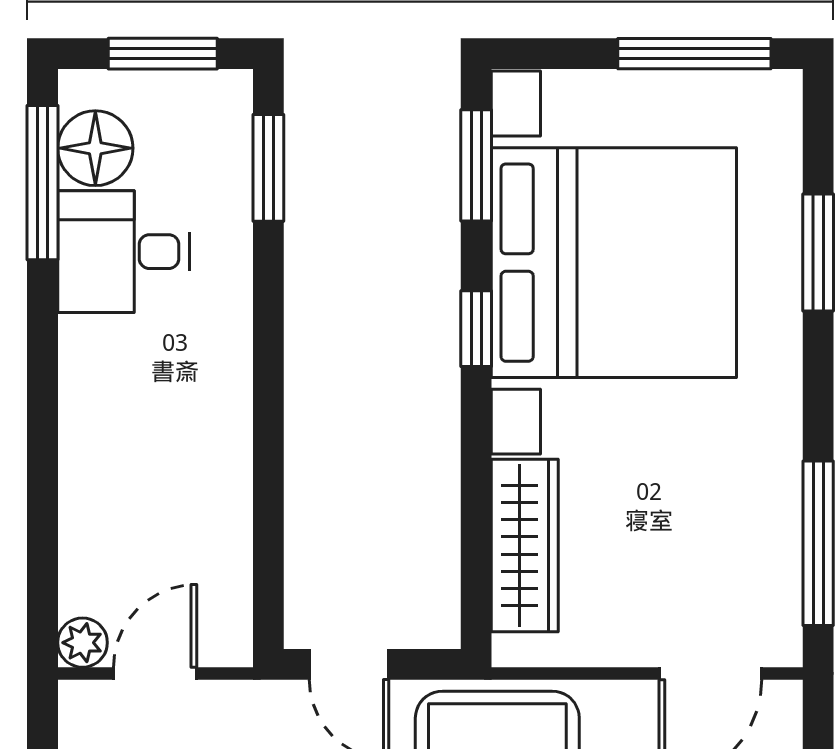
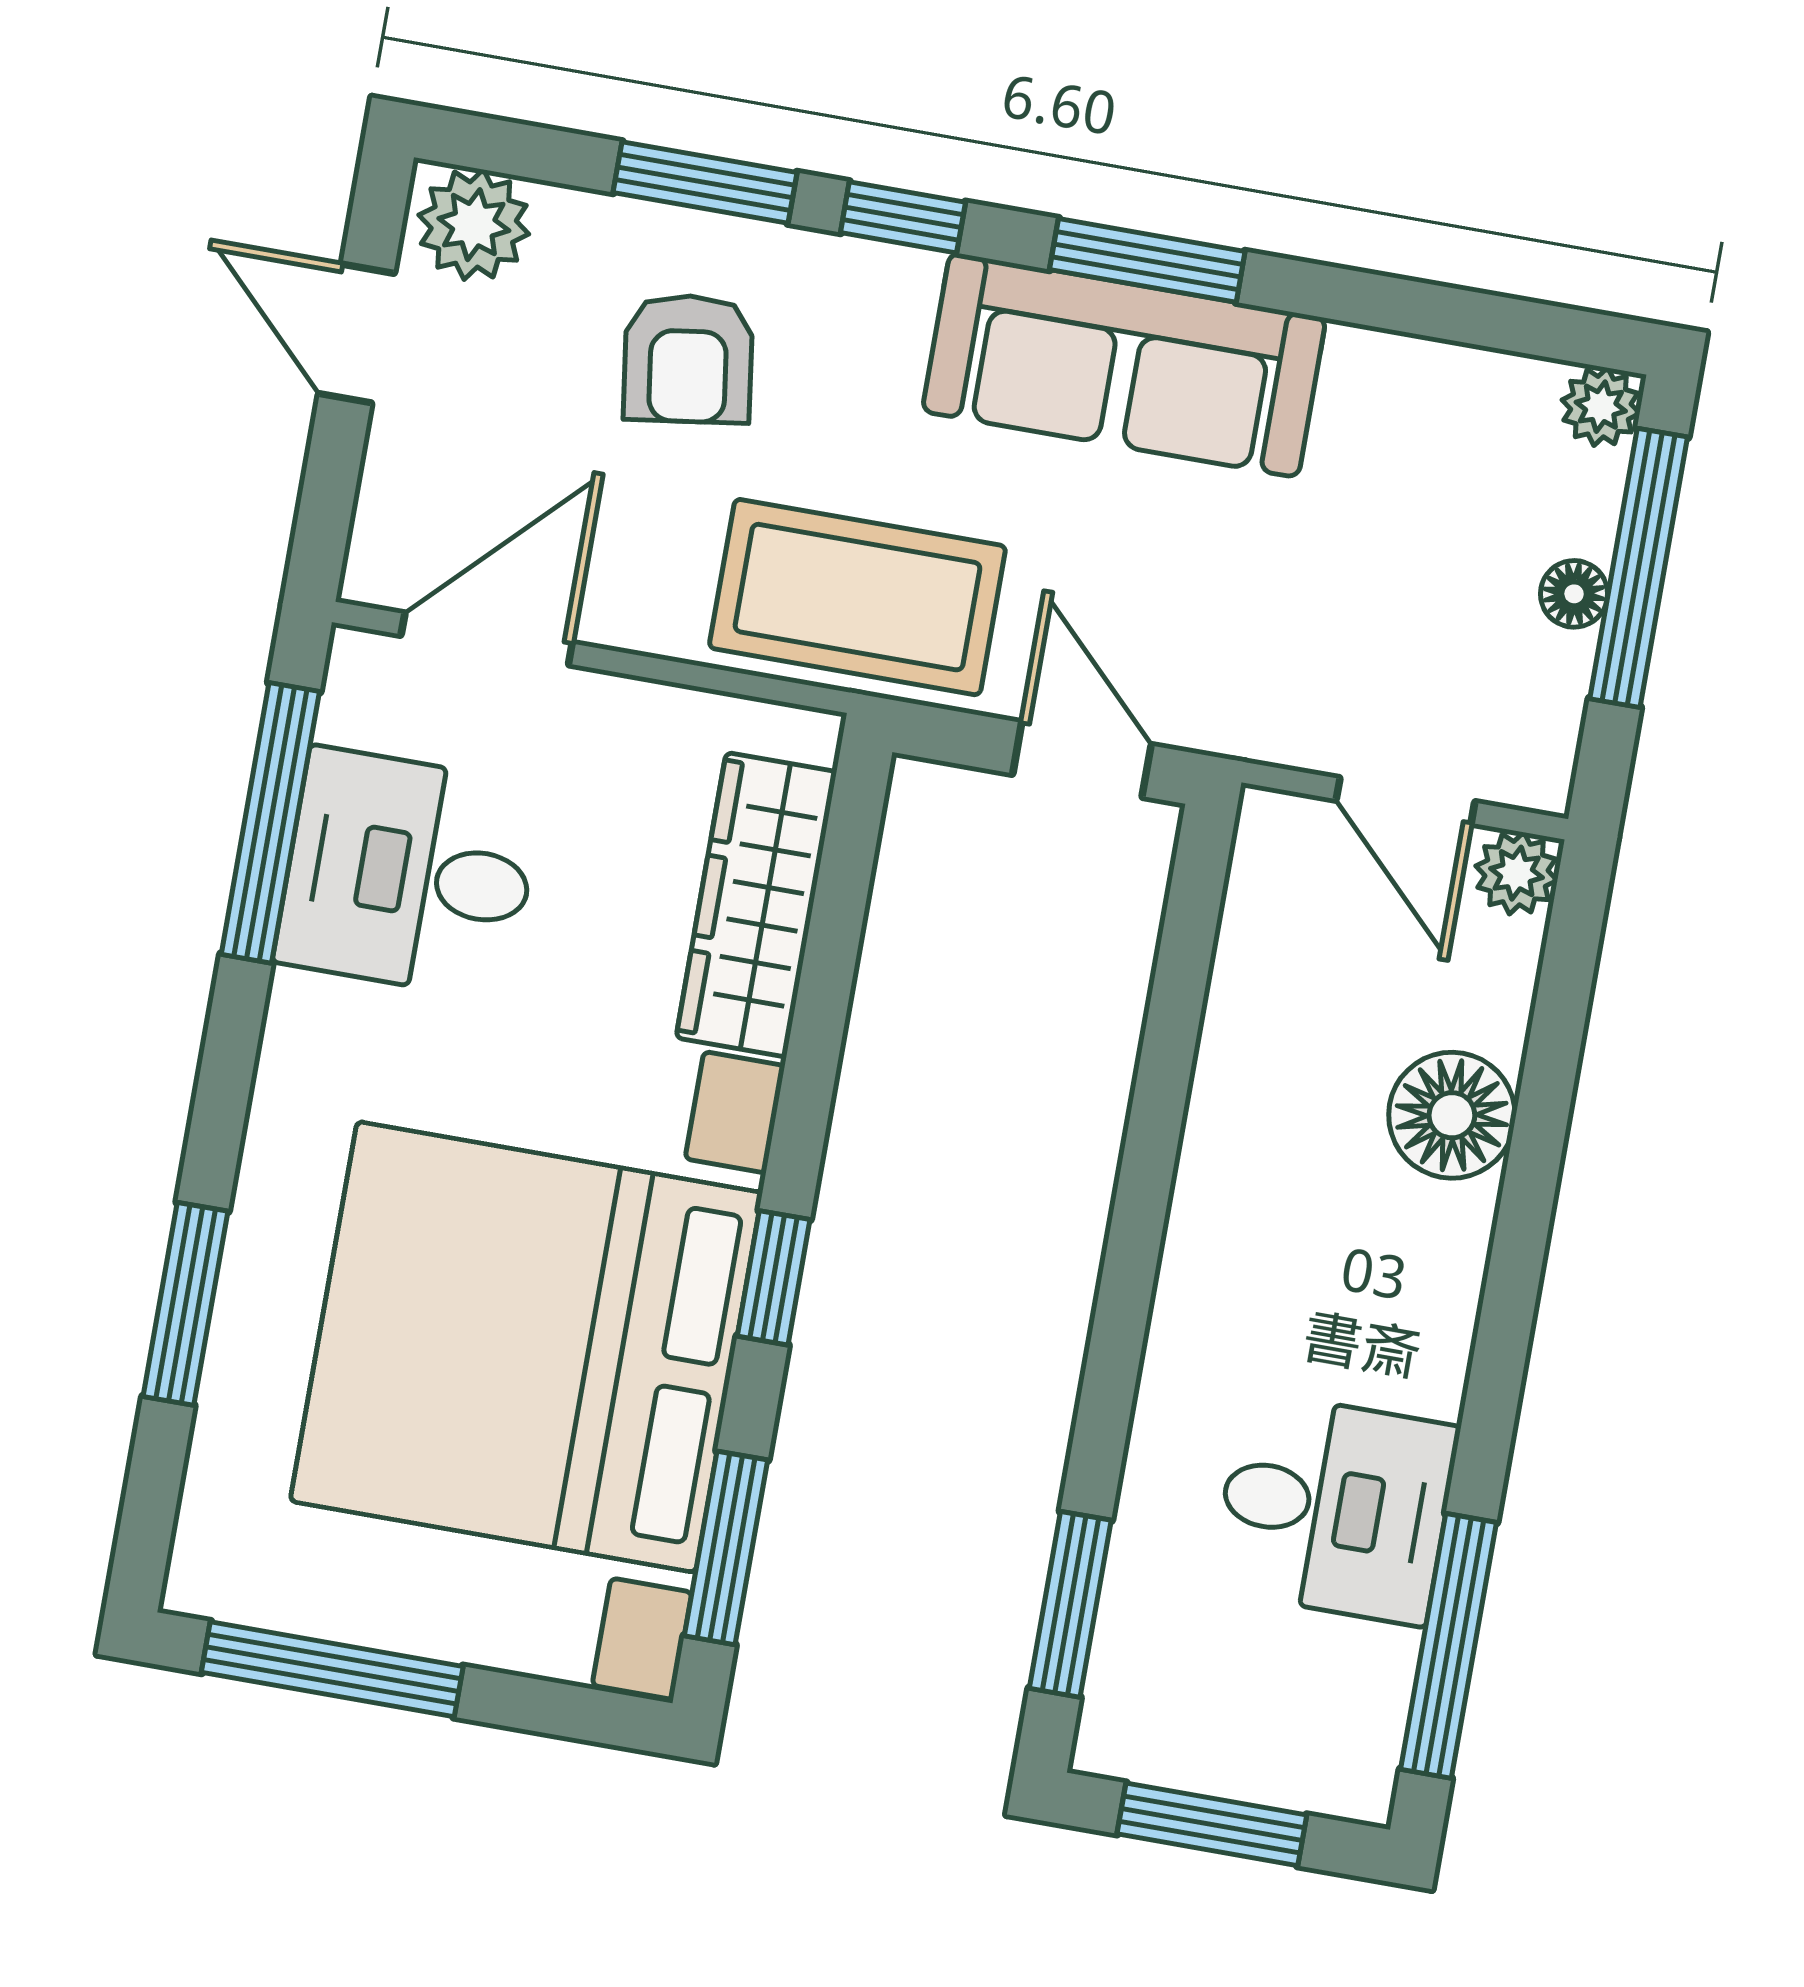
floor lamp: (95, 148) -> (1452, 1115), moved
desk: (732, 528) -> (409, 874), added
door: (155, 673) -> (1405, 801), hinge flipped

